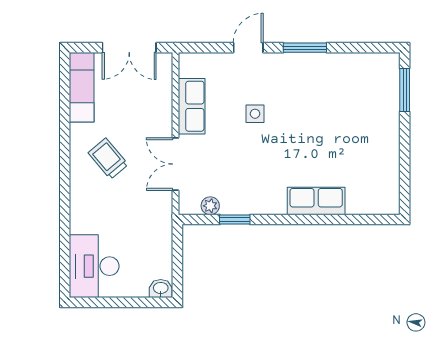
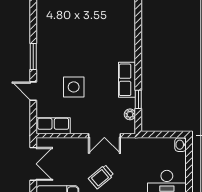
row of seats: (192, 106) -> (53, 126), moved
side table: (255, 114) -> (74, 87), width x1.87, depth x1.87
row of seats: (316, 201) -> (127, 80), moved

